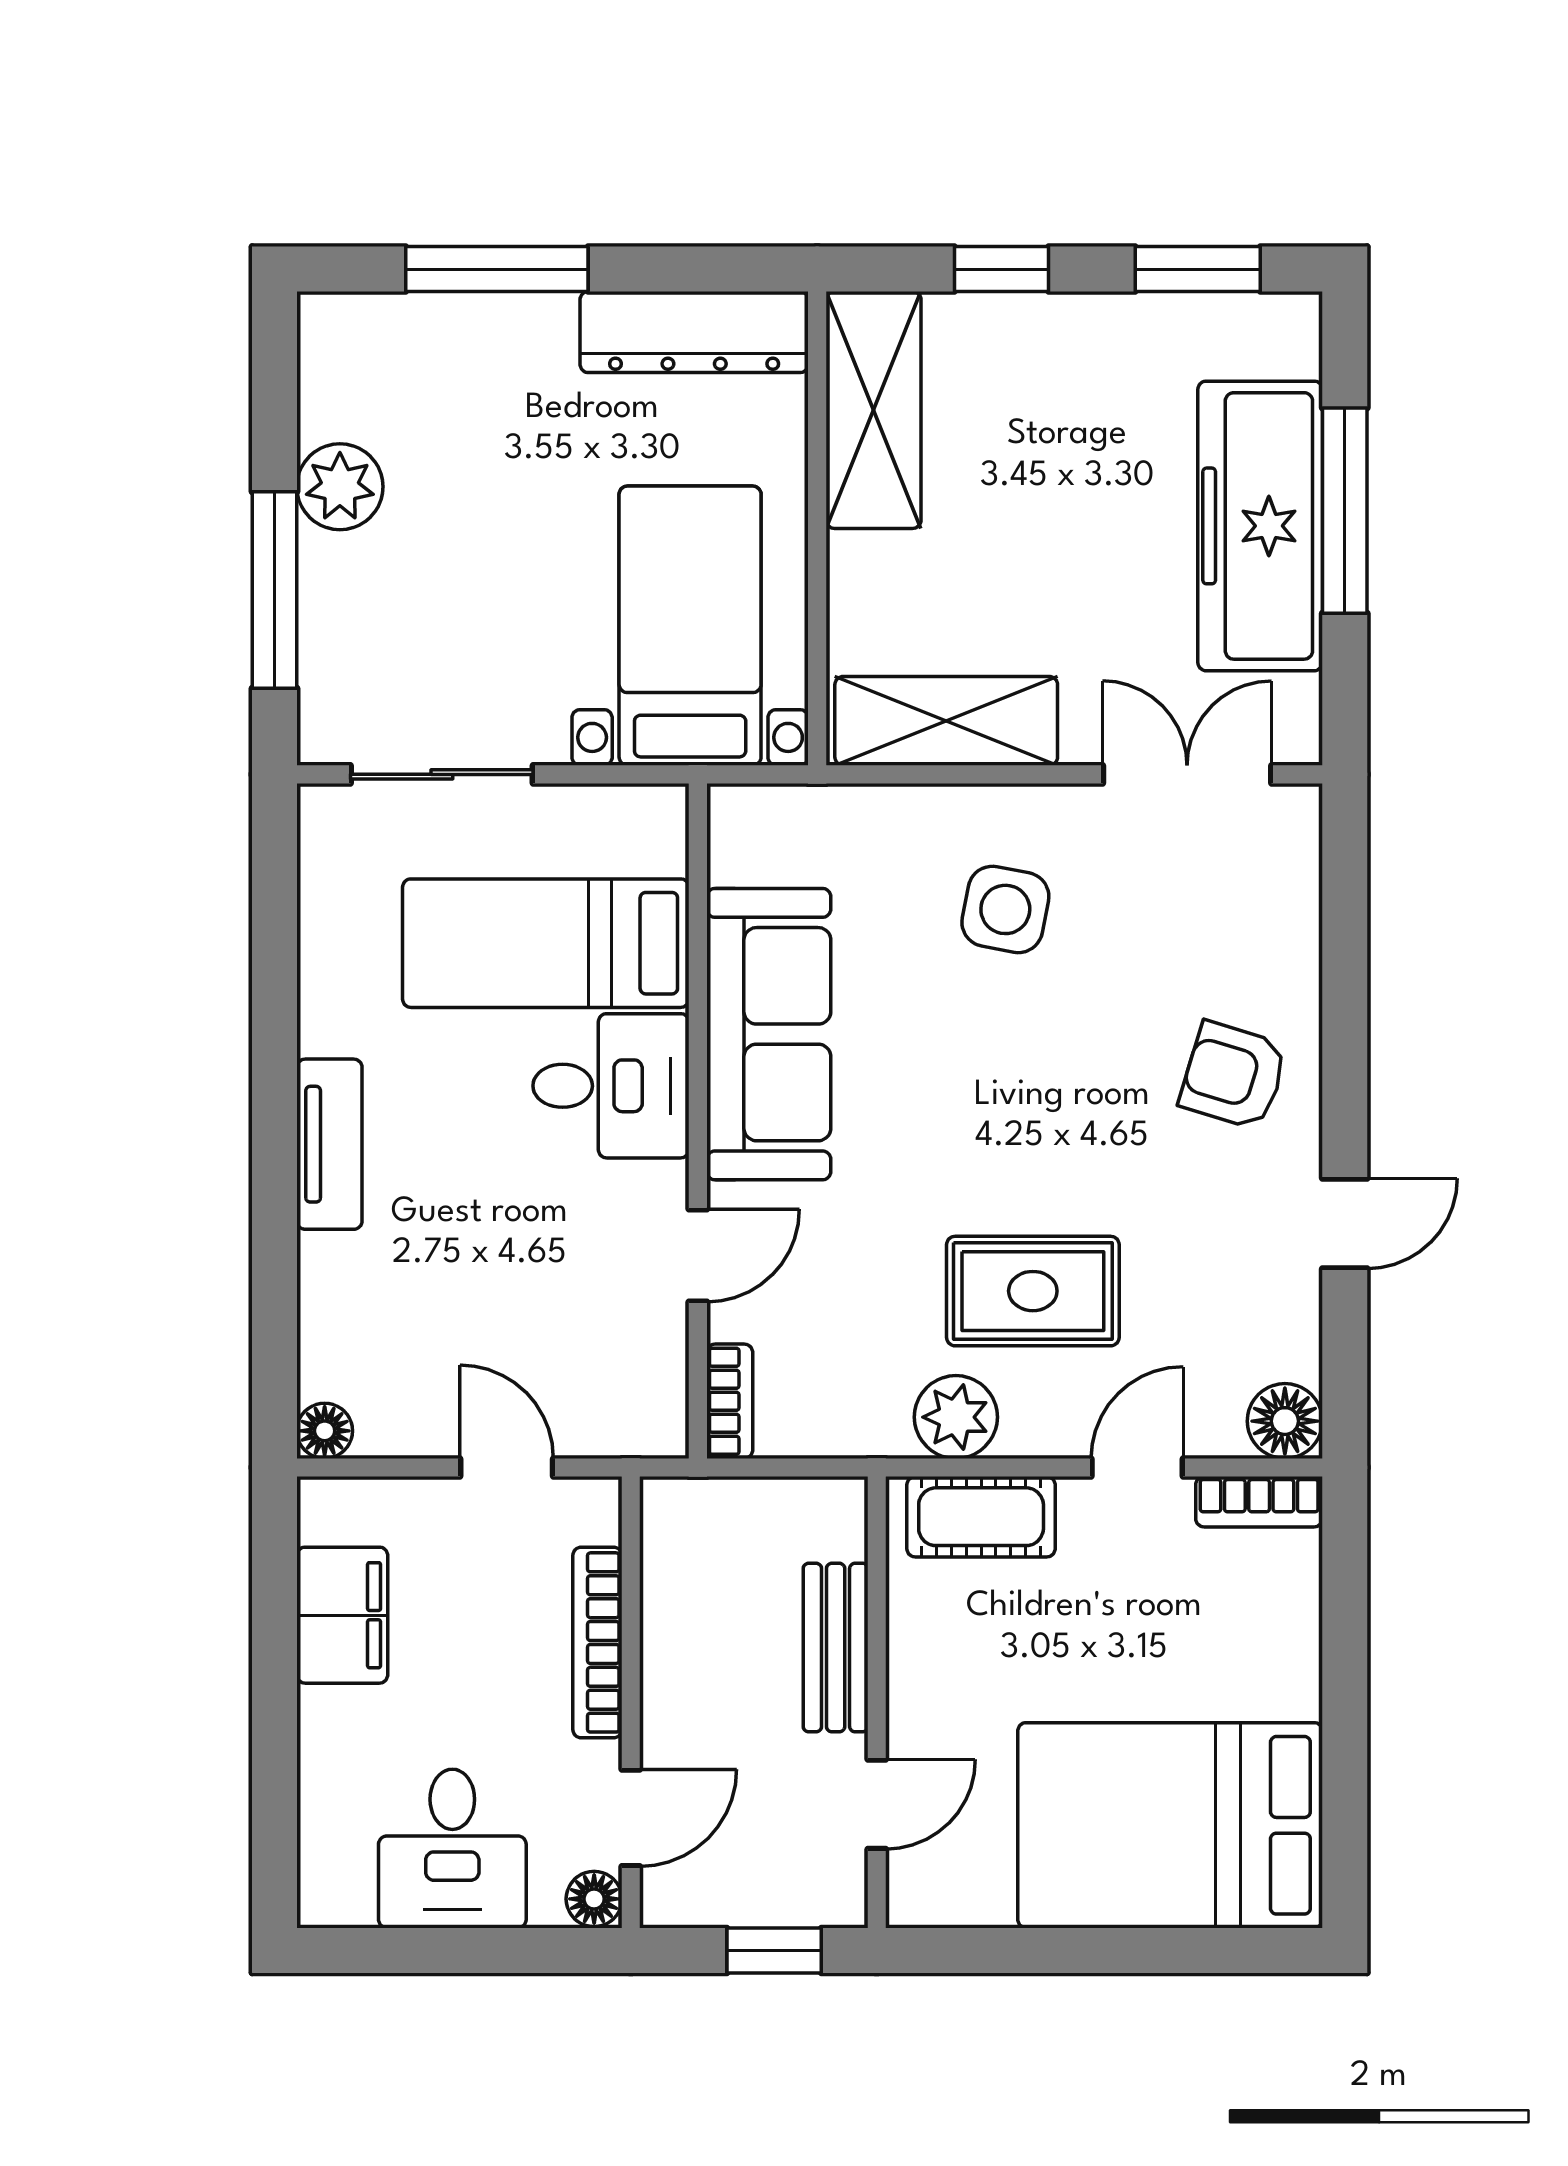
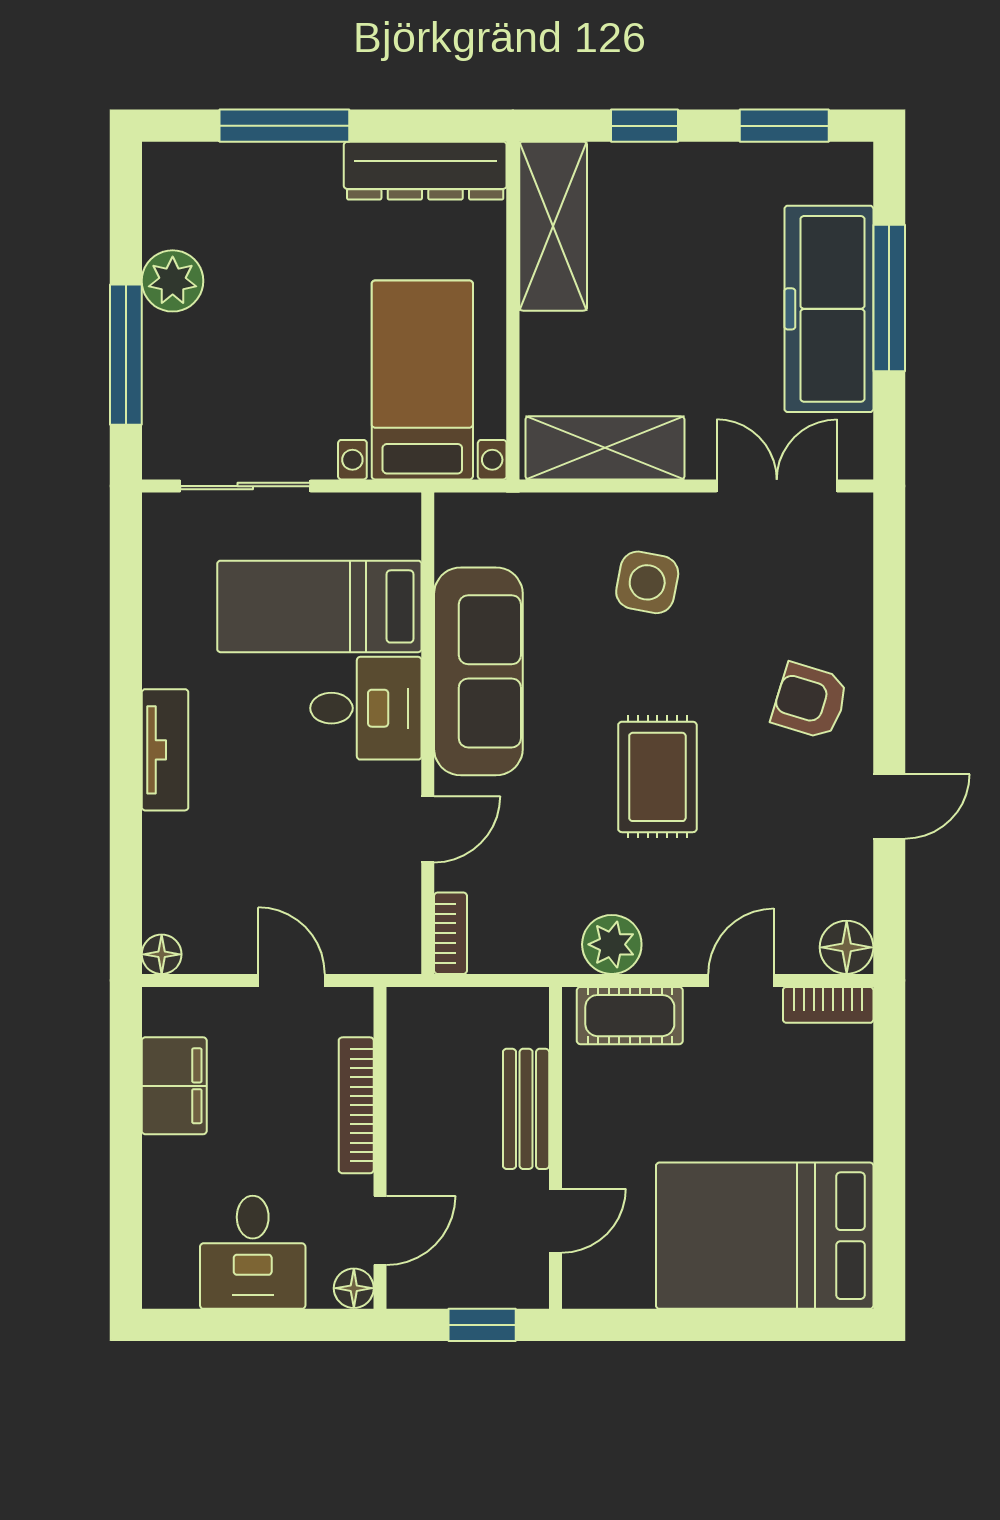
rug: (1033, 1291) -> (657, 777), moved, turned 90

